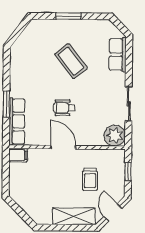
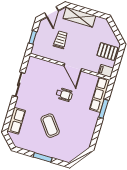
plant: (115, 136) -> (35, 65), removed
pallet: (23, 181) -> (107, 52), added

